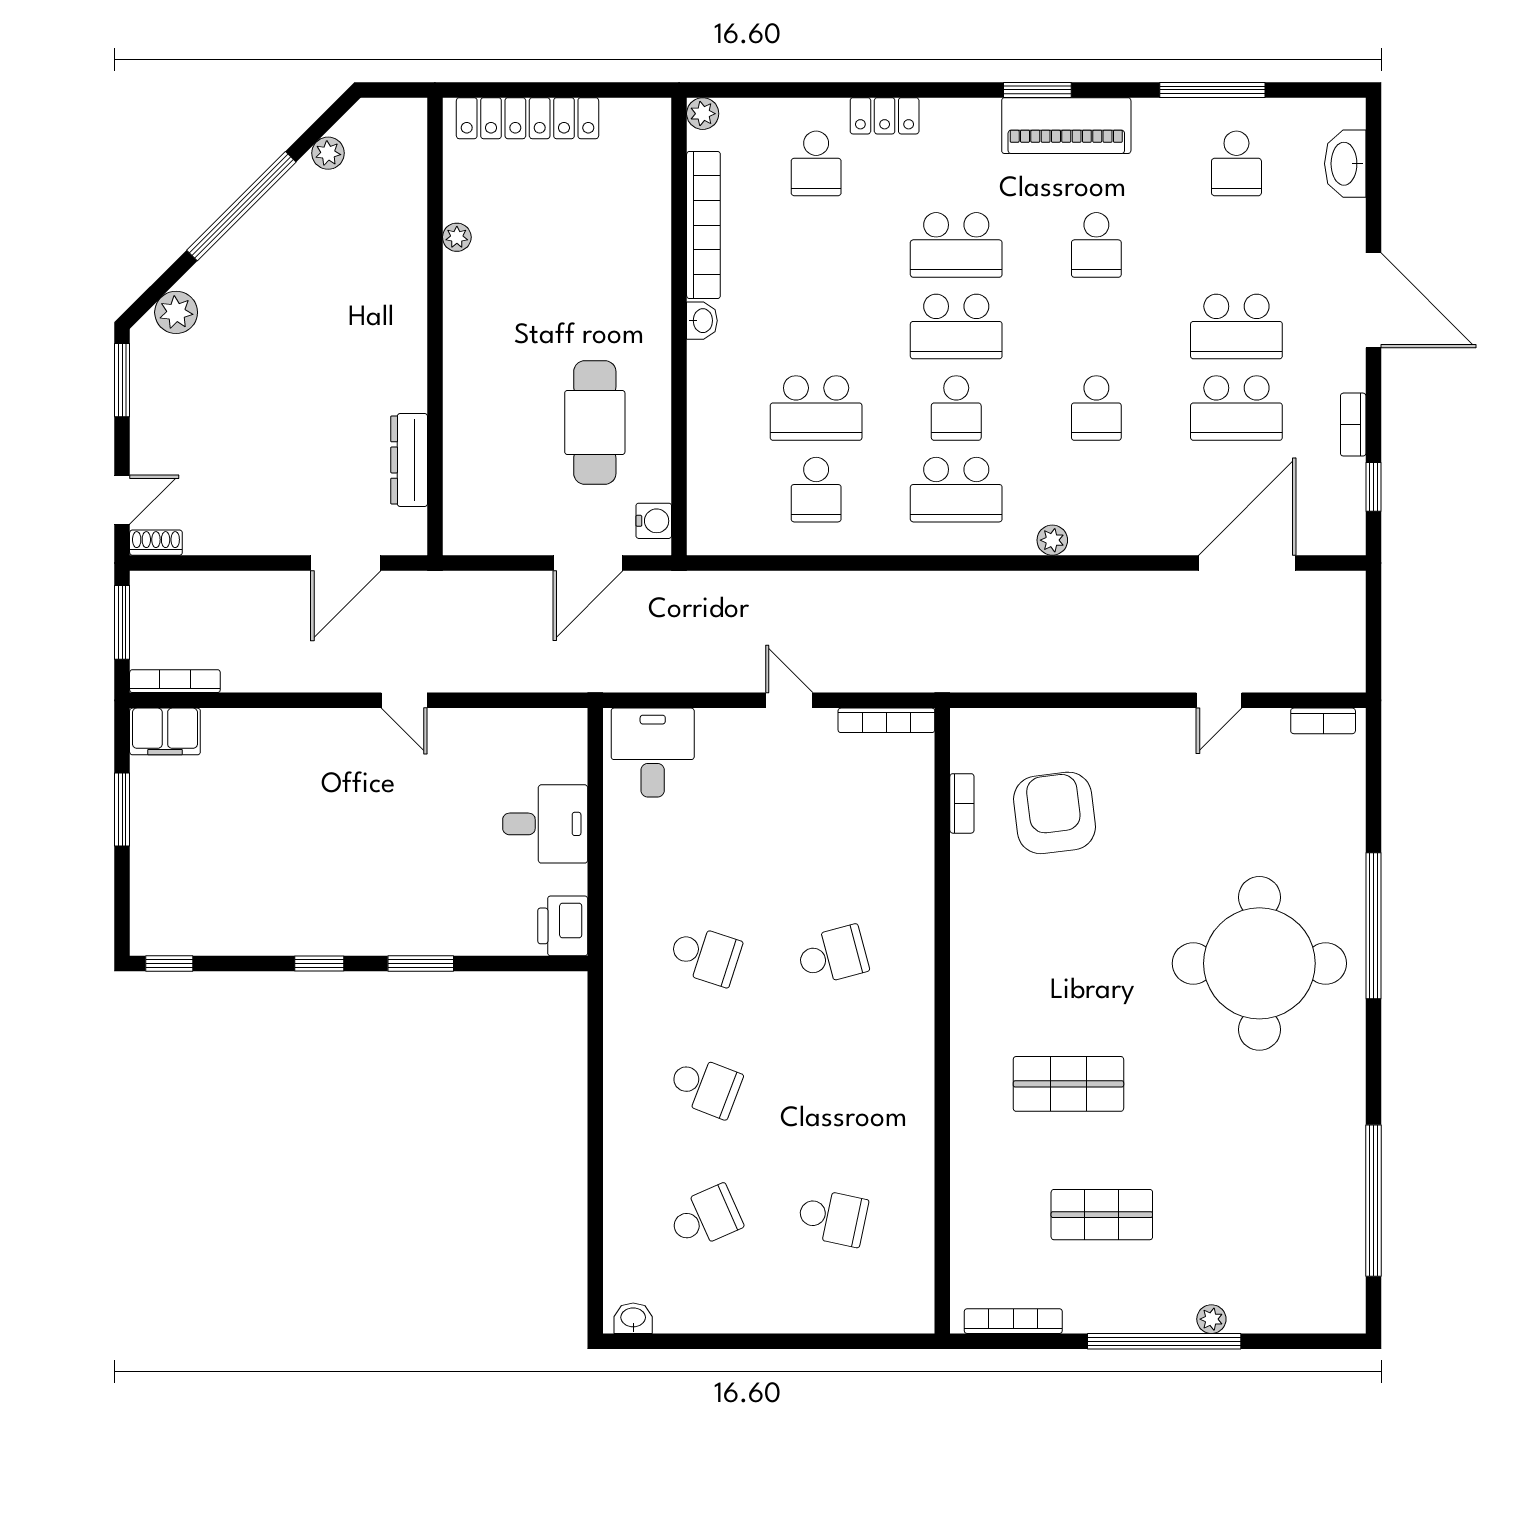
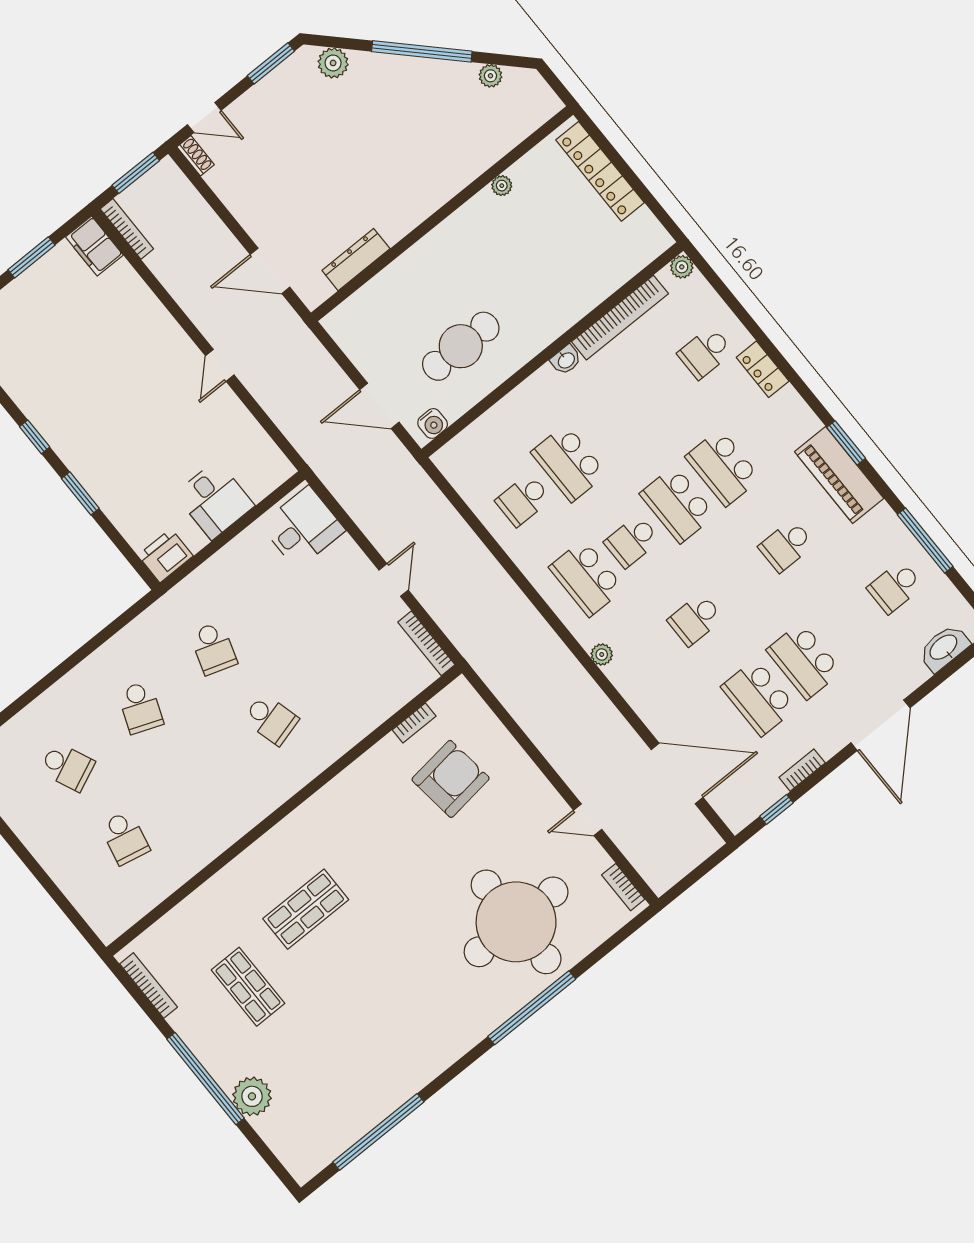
round table: (1259, 963) -> (516, 922), moved
shop shelf: (1068, 1084) -> (306, 909), turned 90
plant: (1211, 1319) -> (252, 1096), width x1.88, depth x1.88

